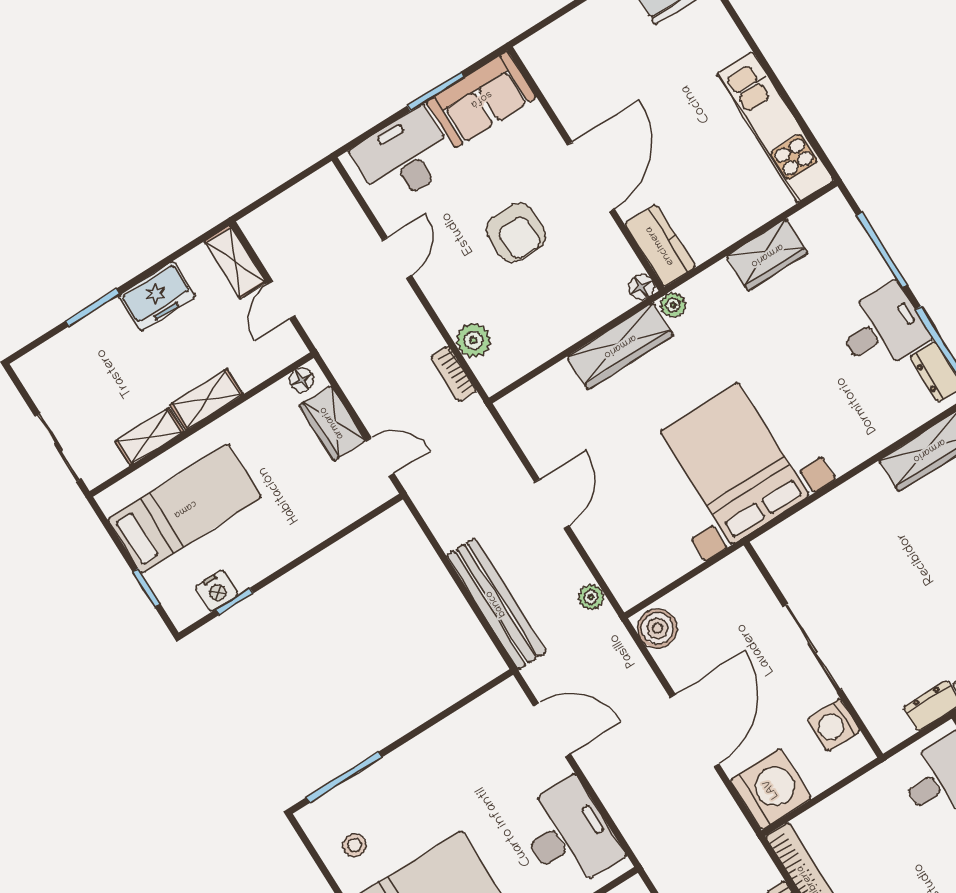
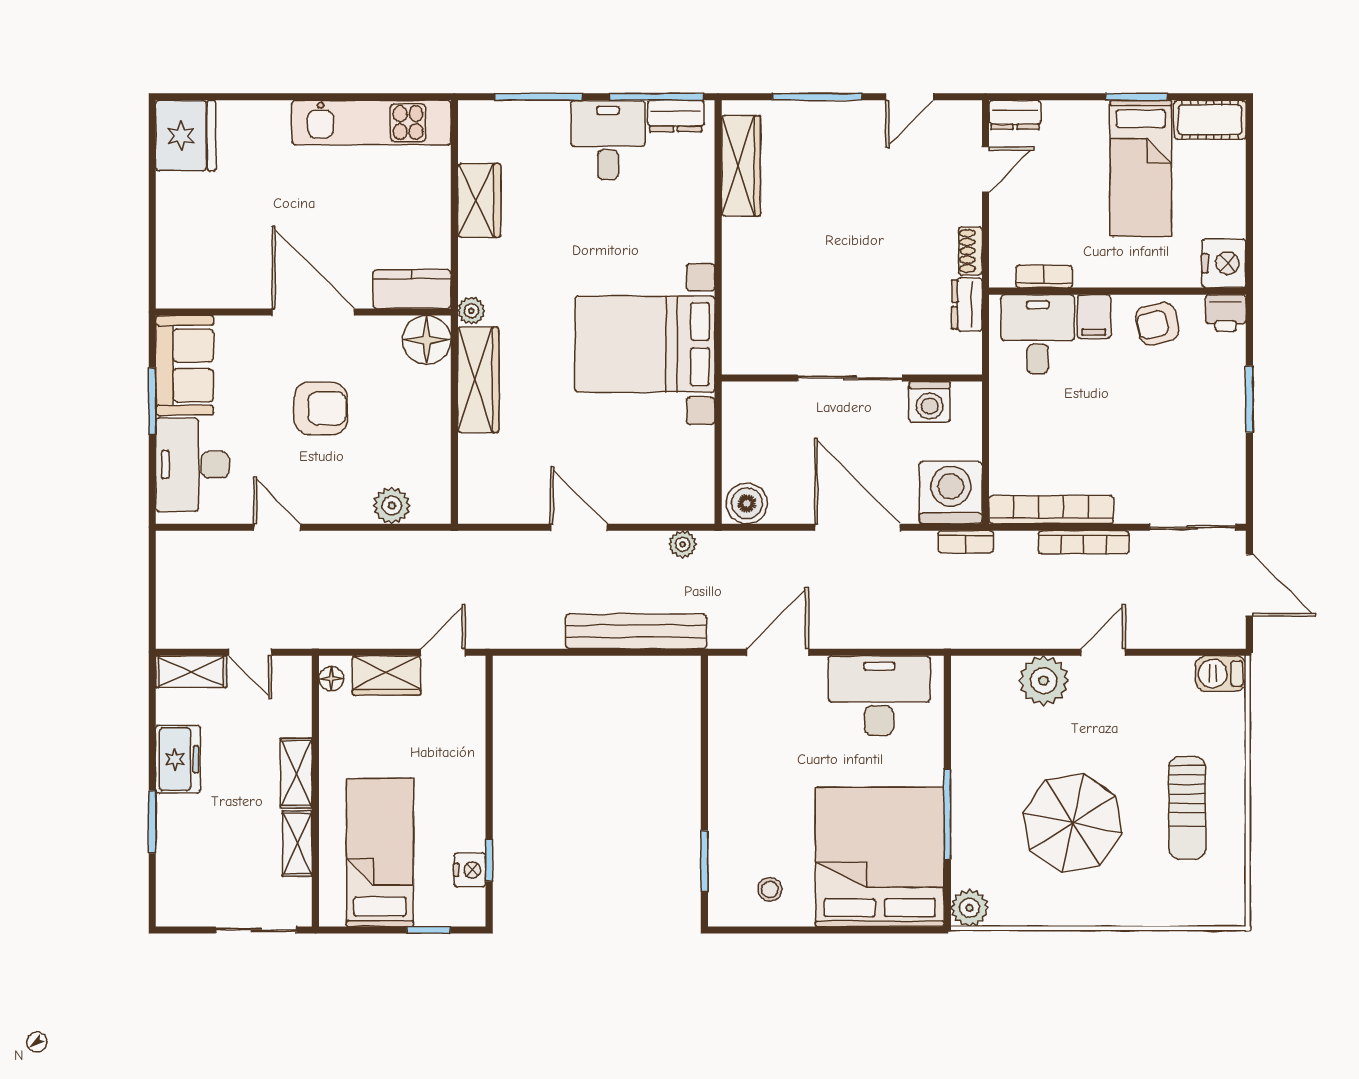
floor lamp: (641, 287) -> (426, 340), width x1.89, depth x1.89
bookcase: (453, 374) -> (966, 542), moved
window: (344, 777) -> (704, 861), width x0.69

